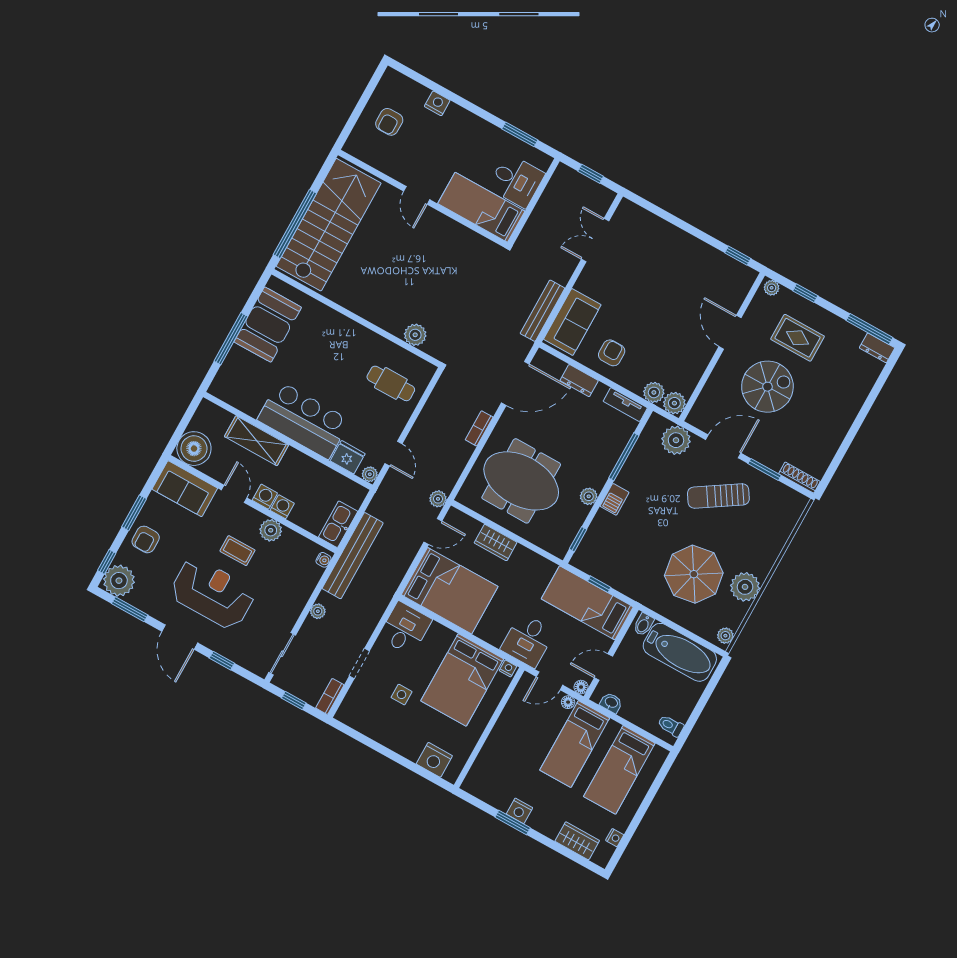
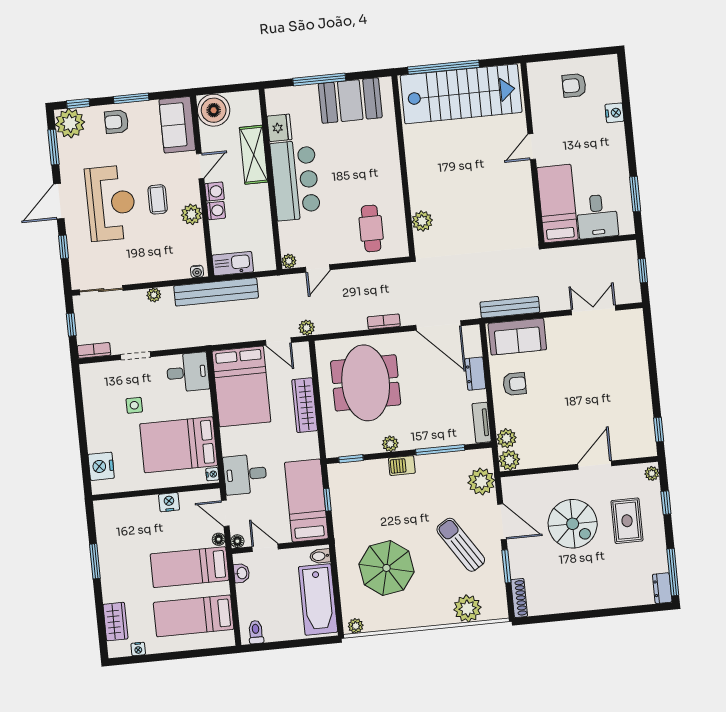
fridge: (348, 457) -> (279, 128), moved
wardrobe: (496, 543) -> (305, 405), width x1.50
plant: (745, 587) -> (467, 608), moved
nightstand: (519, 811) -> (169, 502), moved, turned 90

